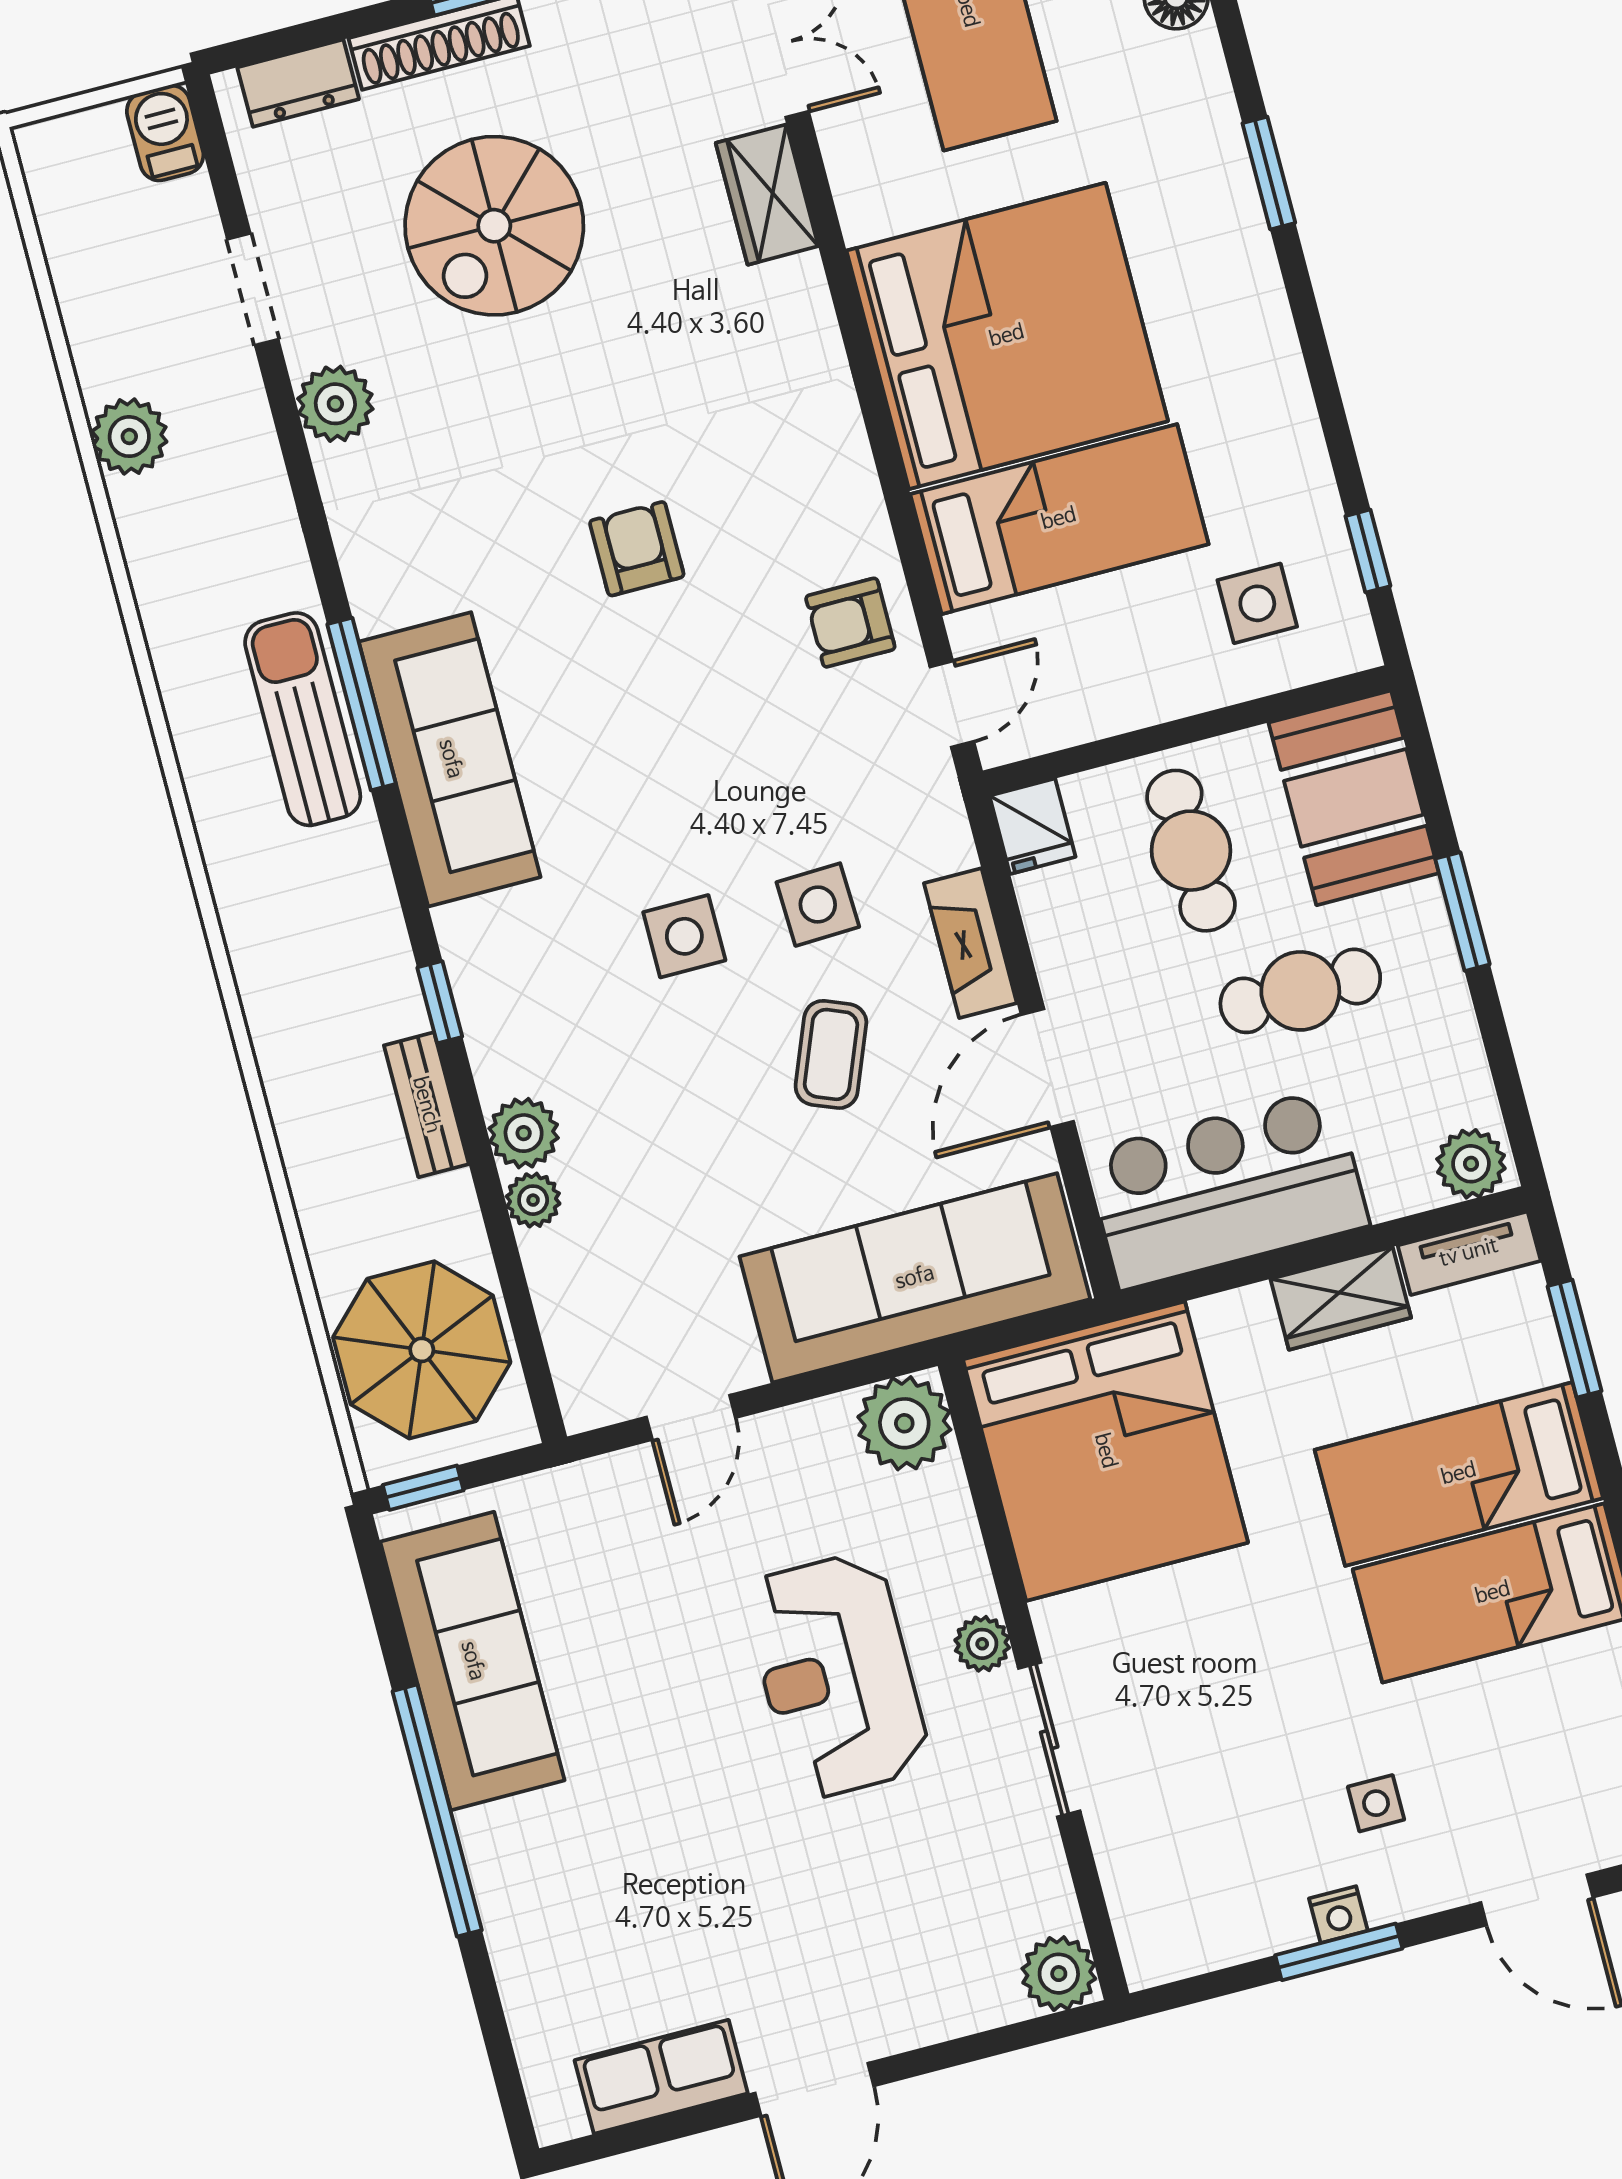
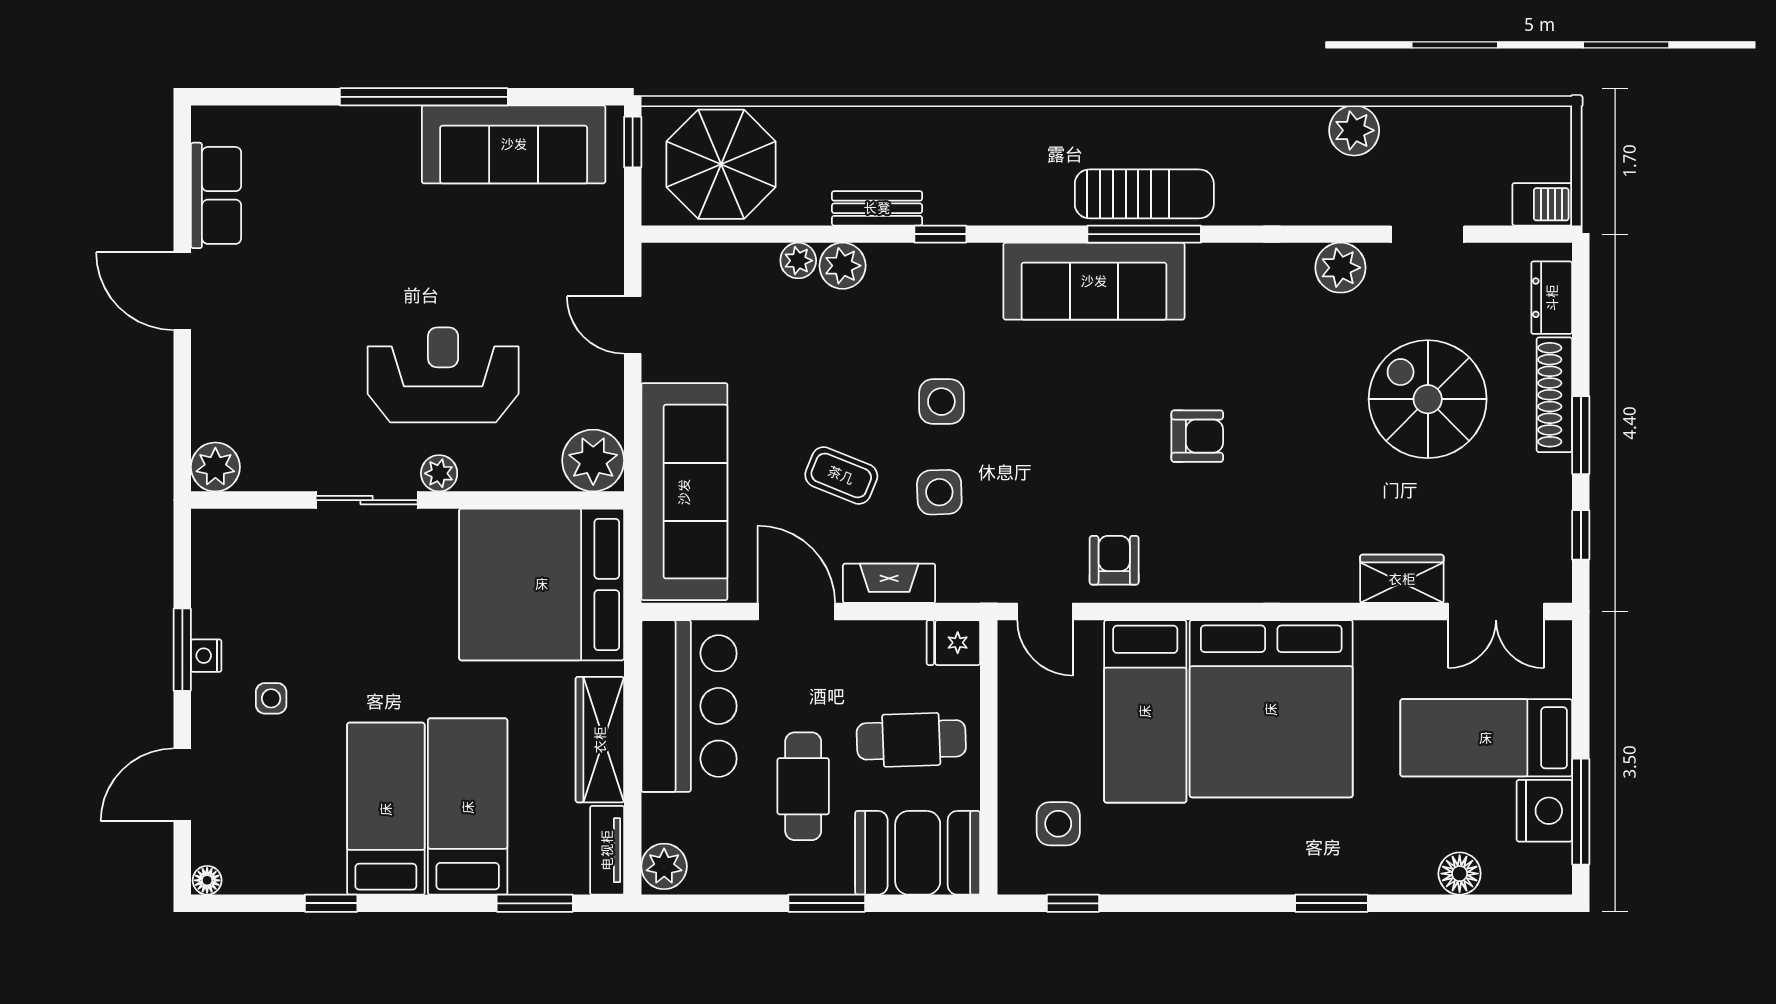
wardrobe: (1341, 1298) -> (600, 740), width x1.50

